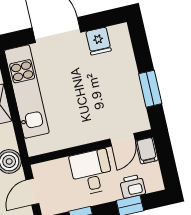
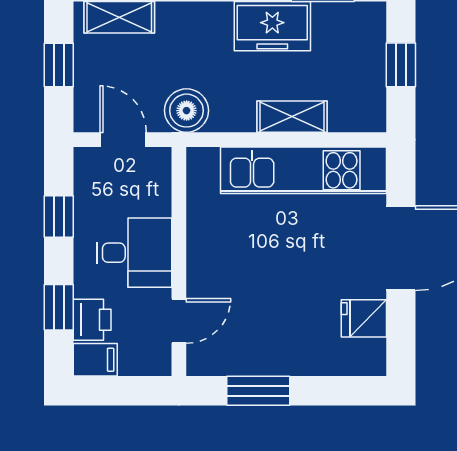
door: (123, 140) -> (179, 321), swing flipped
filing cabinet: (147, 151) -> (95, 360), moved, turned 180

